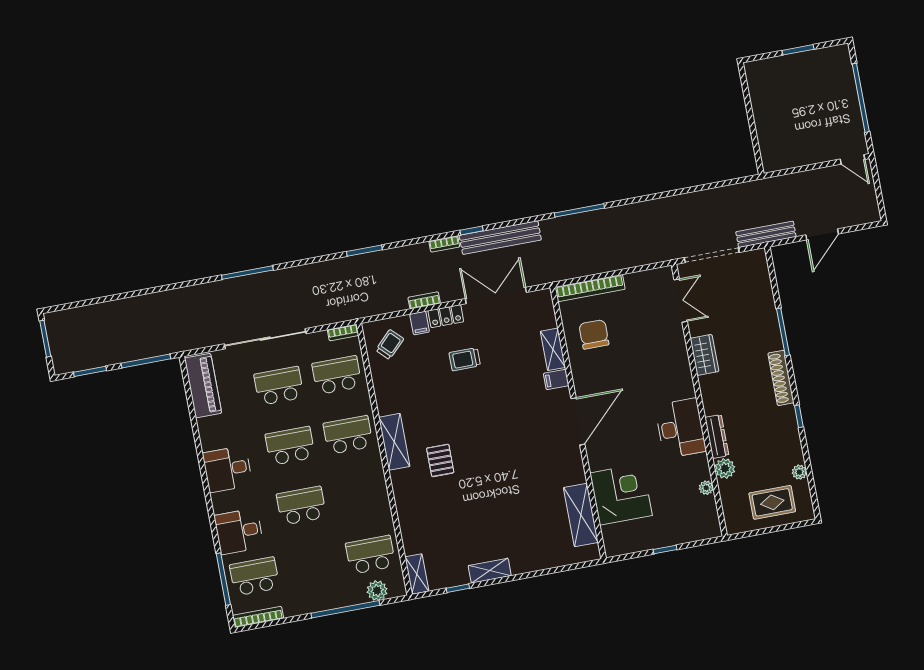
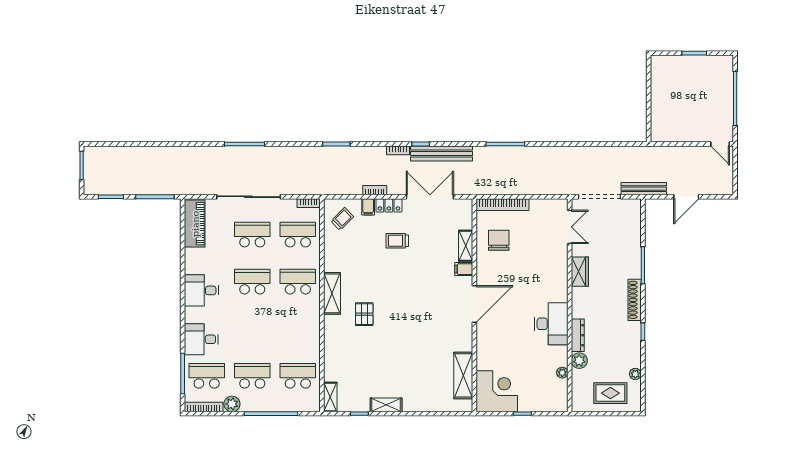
corner desk: (621, 494) -> (497, 391), moved
school desk: (301, 506) -> (252, 376), moved
plant: (377, 591) -> (232, 404), moved

